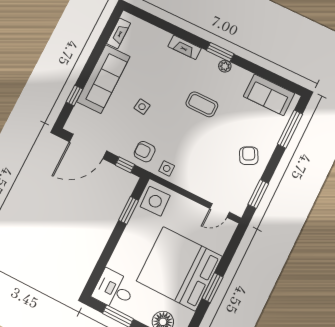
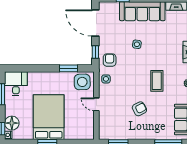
armchair: (249, 156) -> (139, 109), moved
door: (220, 210) -> (96, 104), moved
bed: (179, 269) -> (49, 117), width x0.73

